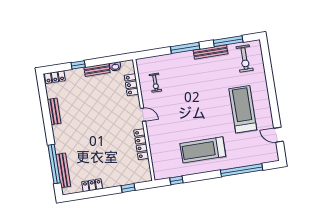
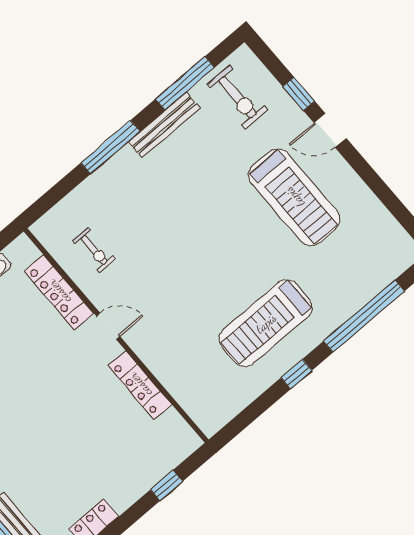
window: (268, 71) -> (299, 94), added
locker: (131, 85) -> (59, 292), width x1.53
treadmill: (243, 109) -> (294, 197), turned 180
door: (278, 135) -> (330, 130), moved
window: (176, 180) -> (296, 374), moved

